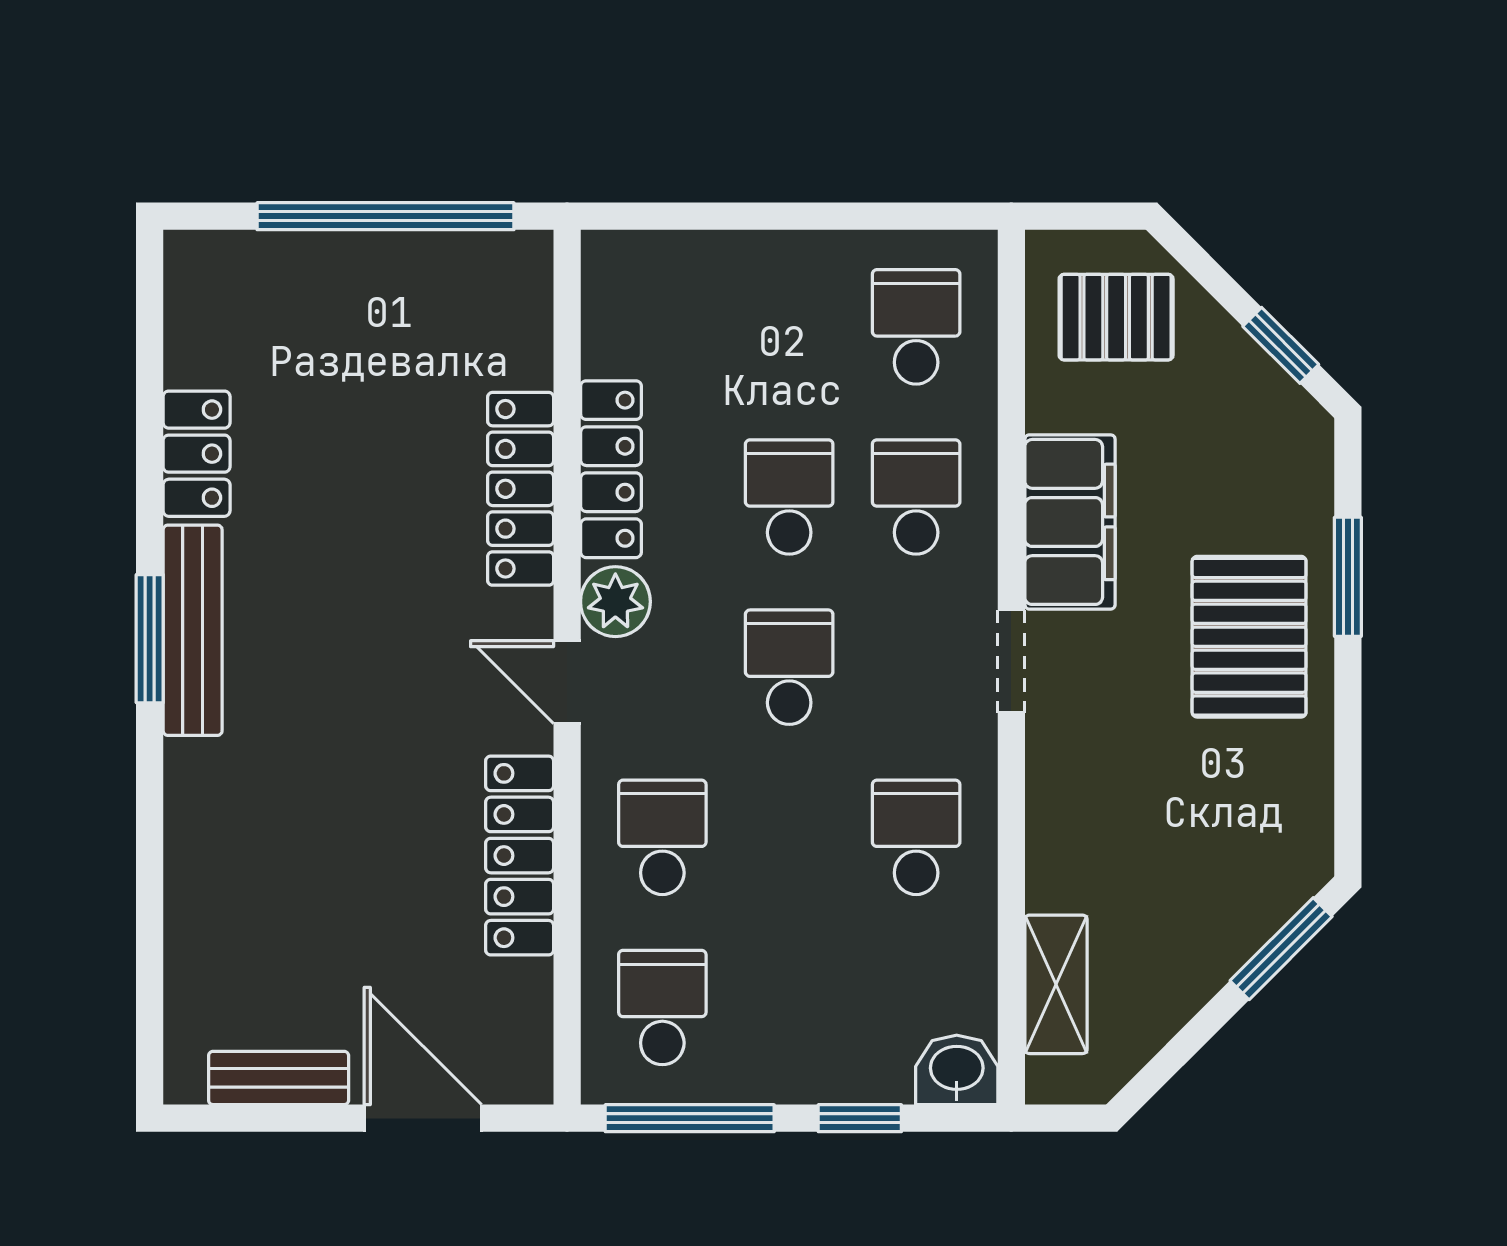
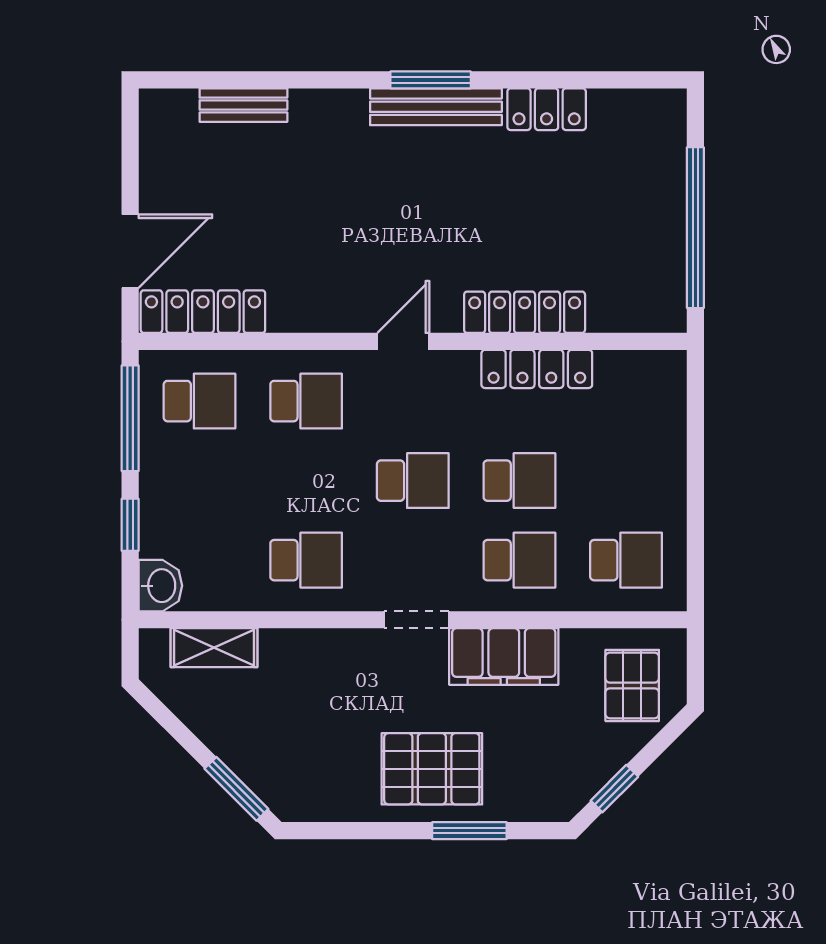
plant: (615, 602) -> (454, 372), removed
locker: (520, 856) -> (203, 312), moved
bench: (279, 1078) -> (243, 105), moved, turned 90

